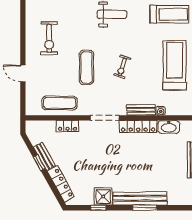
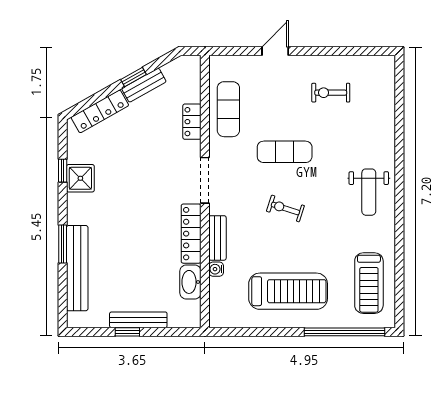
exercise bike: (49, 38) -> (331, 93), width x0.73, depth x0.72
bench: (140, 198) -> (77, 268), moved

